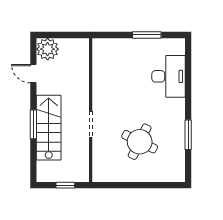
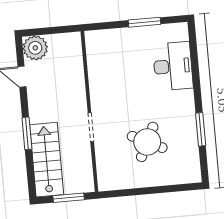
stairs: (49, 128) -> (47, 160), moved
window: (65, 185) -> (69, 198), width x1.50

